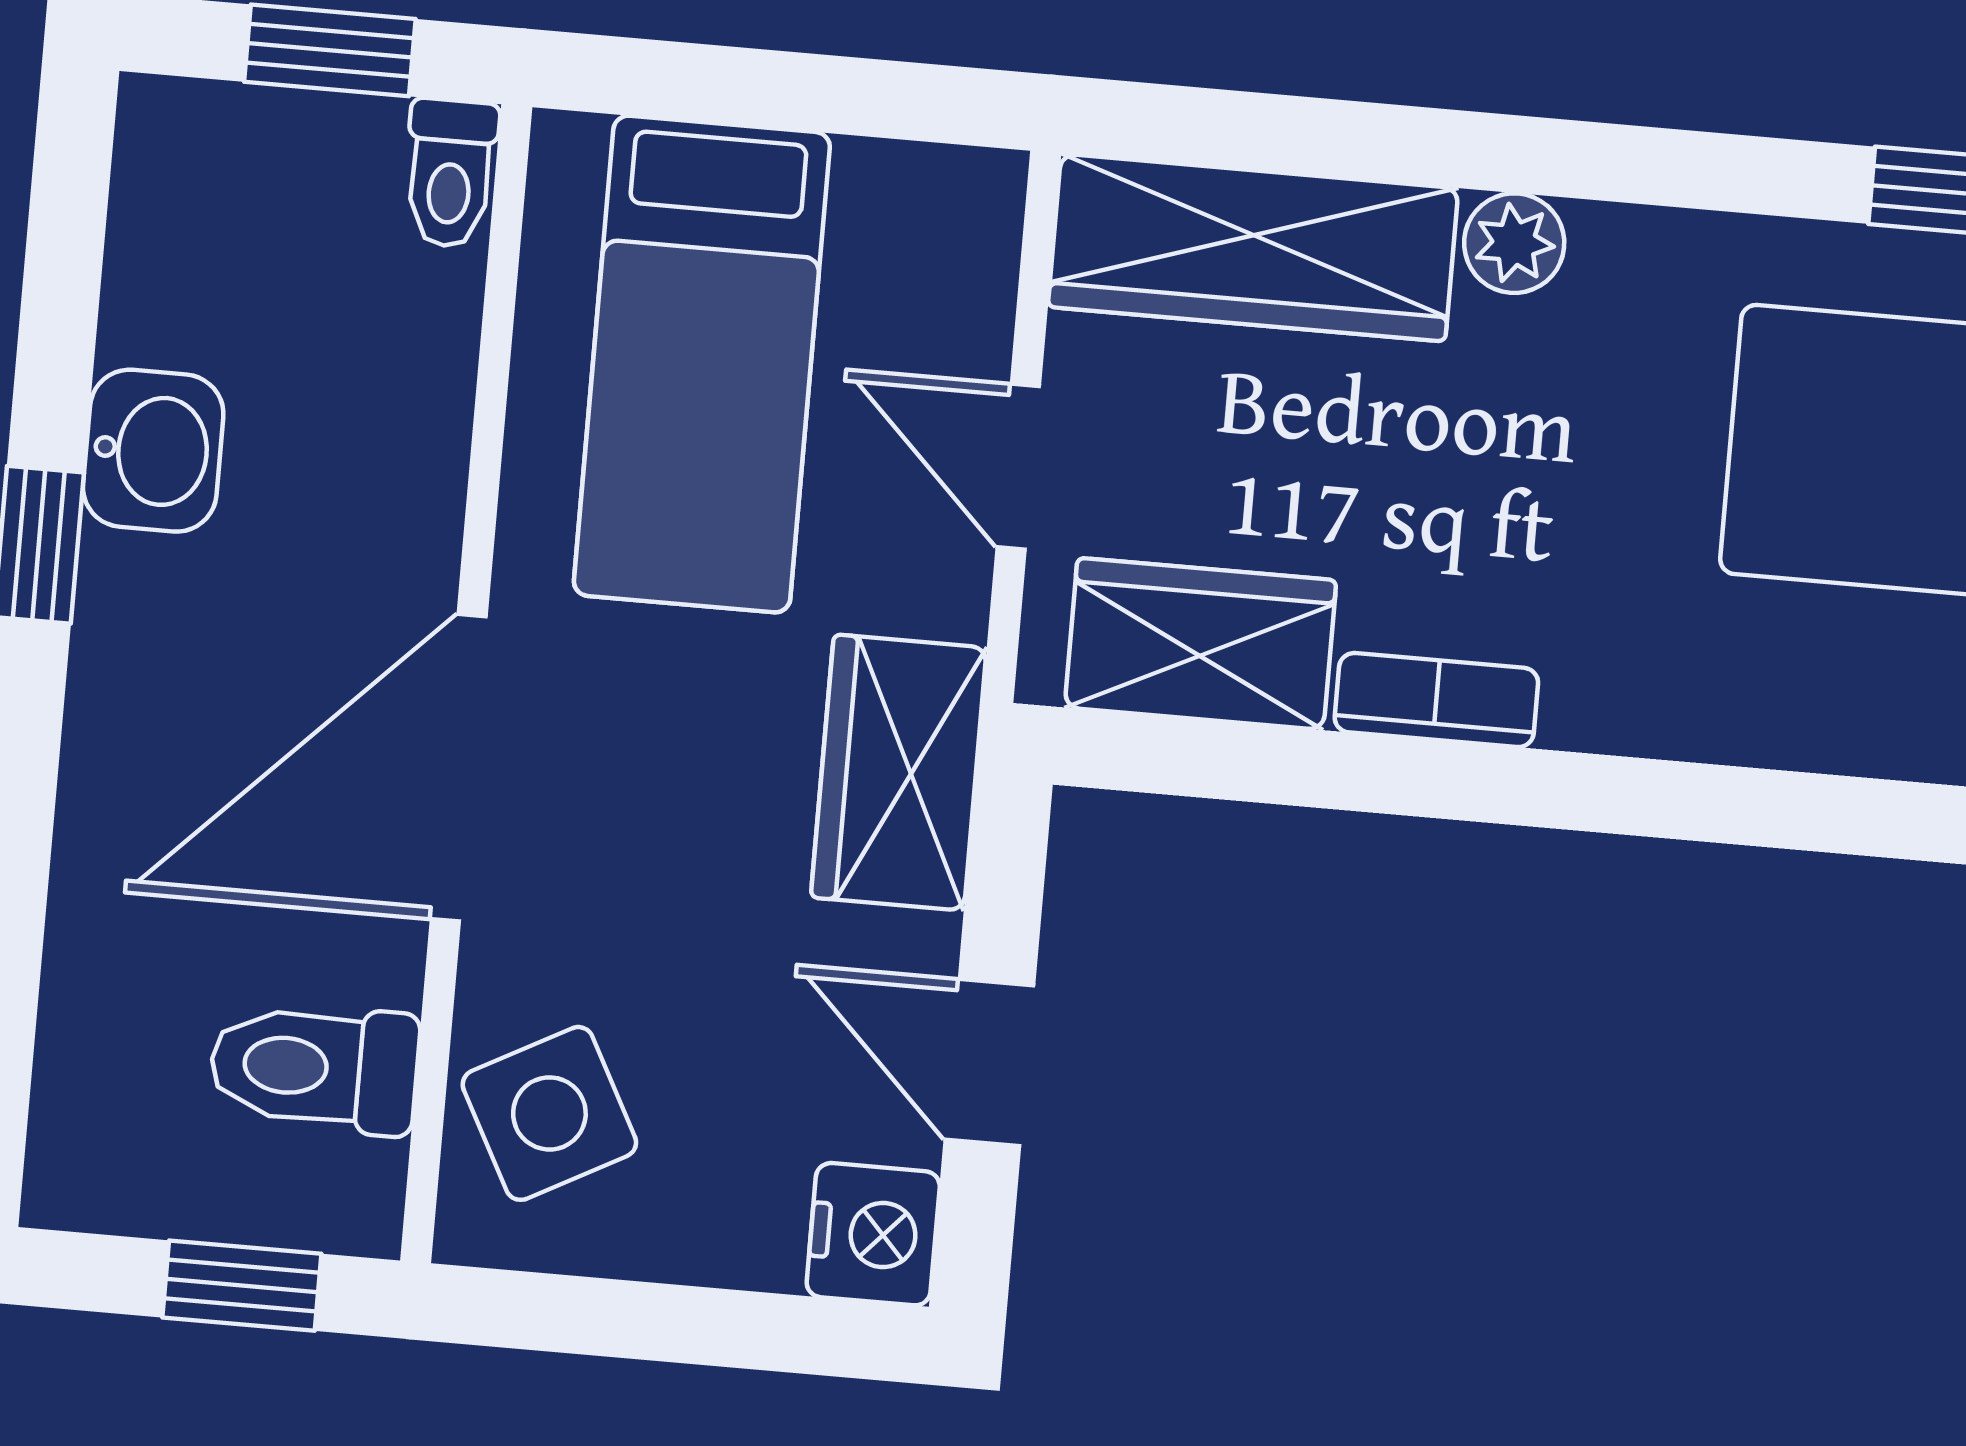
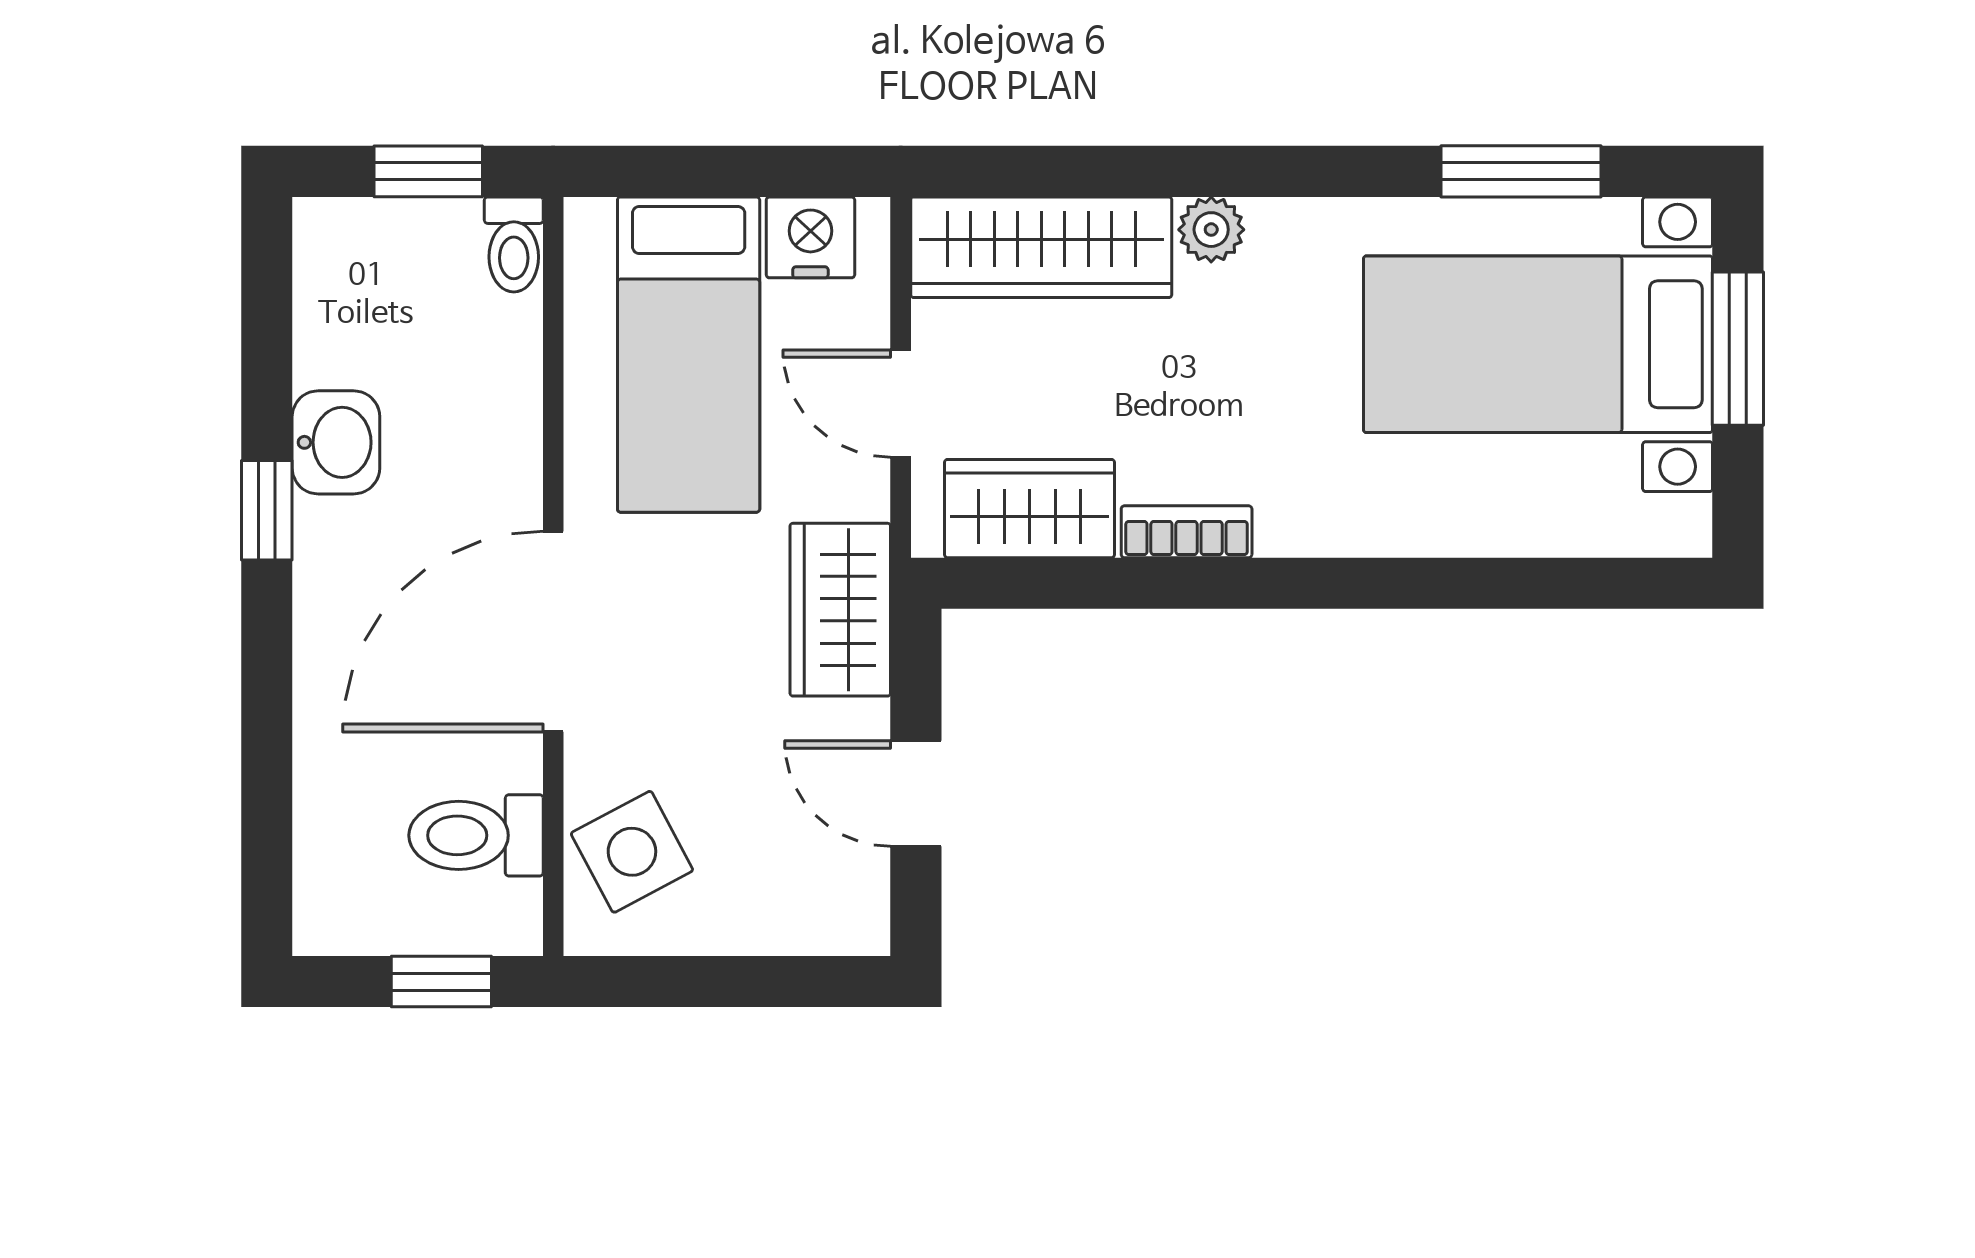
nightstand: (873, 1234) -> (810, 237), moved, turned -90

